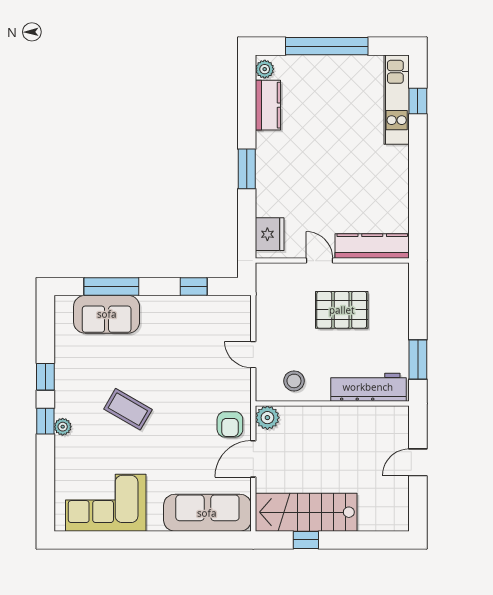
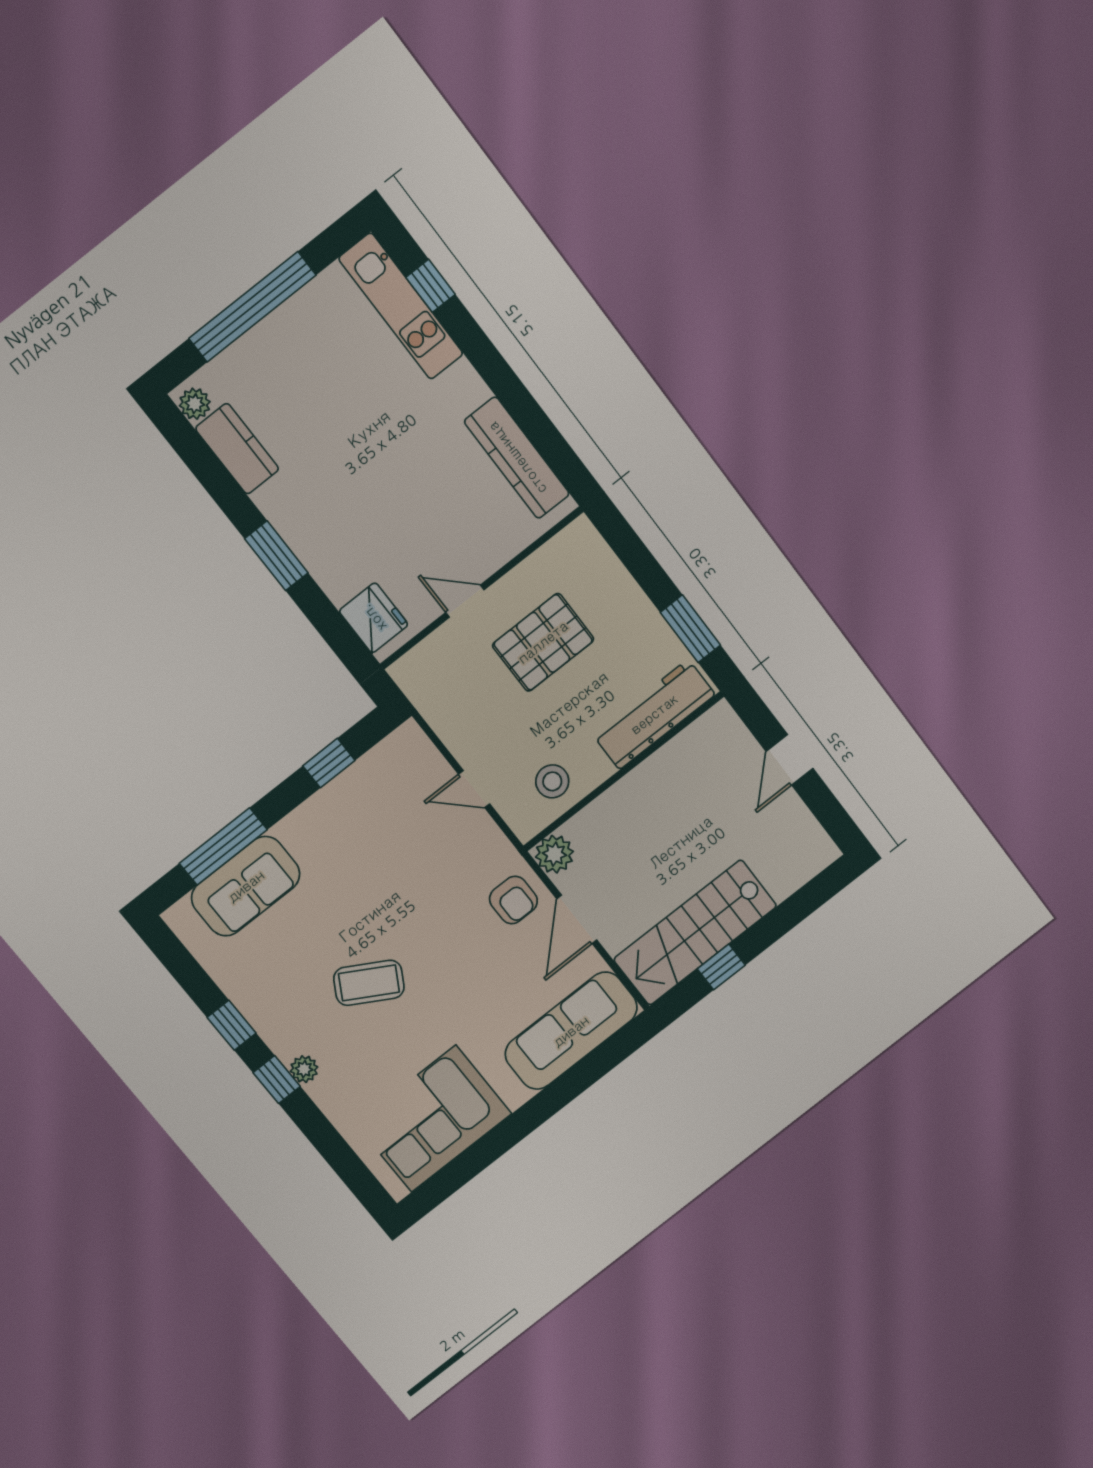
kitchen counter: (372, 246) -> (517, 458), moved, turned -90

